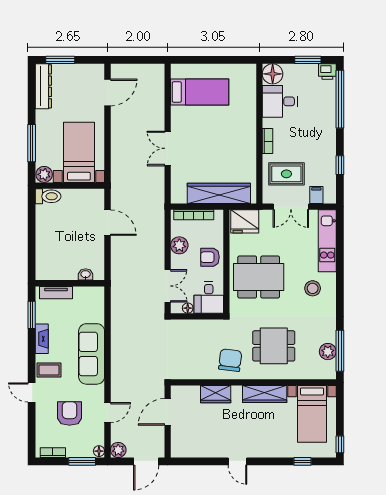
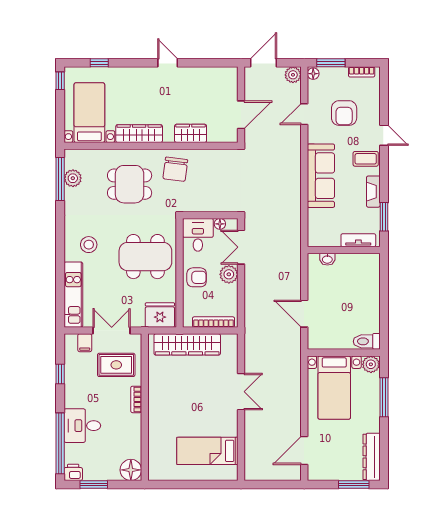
desk: (280, 101) -> (82, 426), moved, turned 180
plant: (179, 245) -> (229, 274), moved

